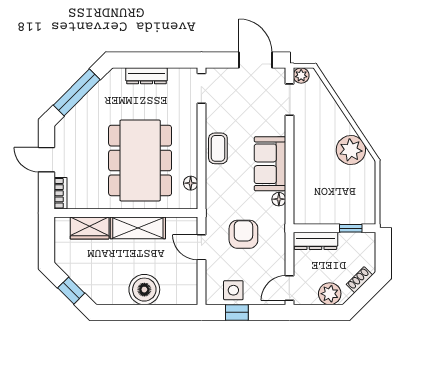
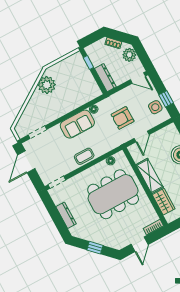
plant: (301, 75) -> (21, 133), removed
window: (77, 92) -> (95, 248), width x0.46

